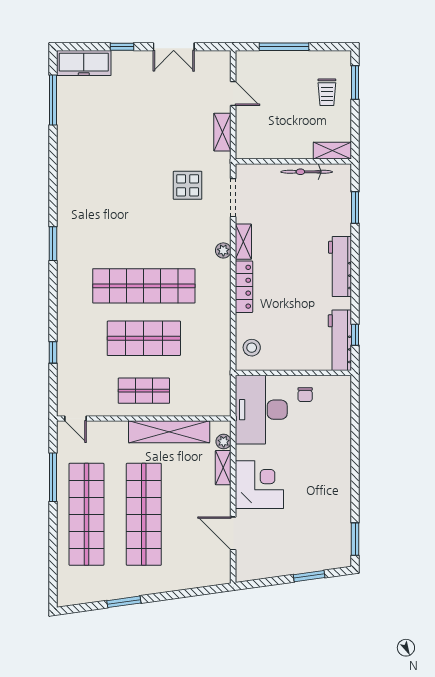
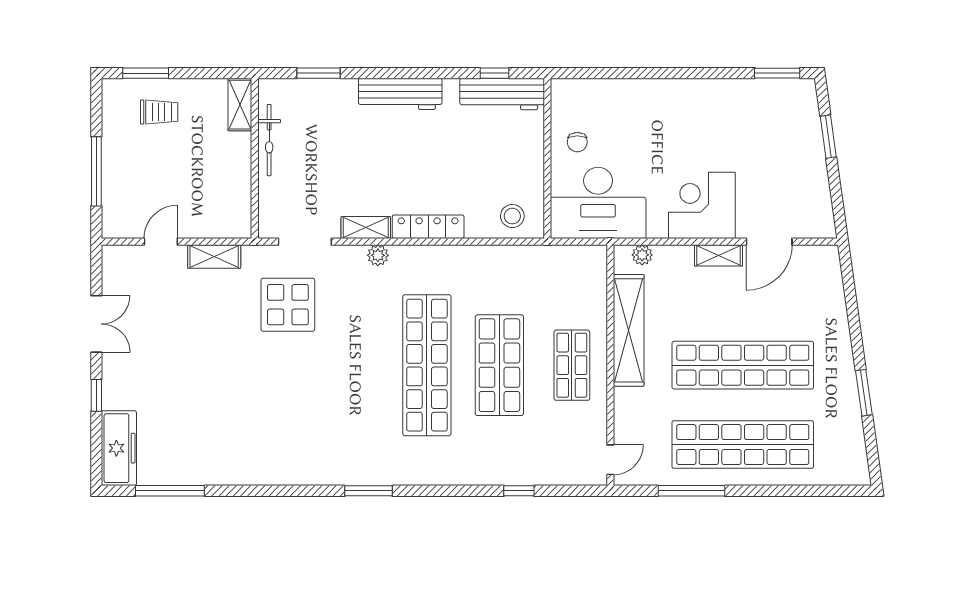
display table: (188, 185) -> (288, 305), width x1.36, depth x1.36
chair: (305, 395) -> (577, 142), turned 90
shelving: (223, 468) -> (718, 255), moved

